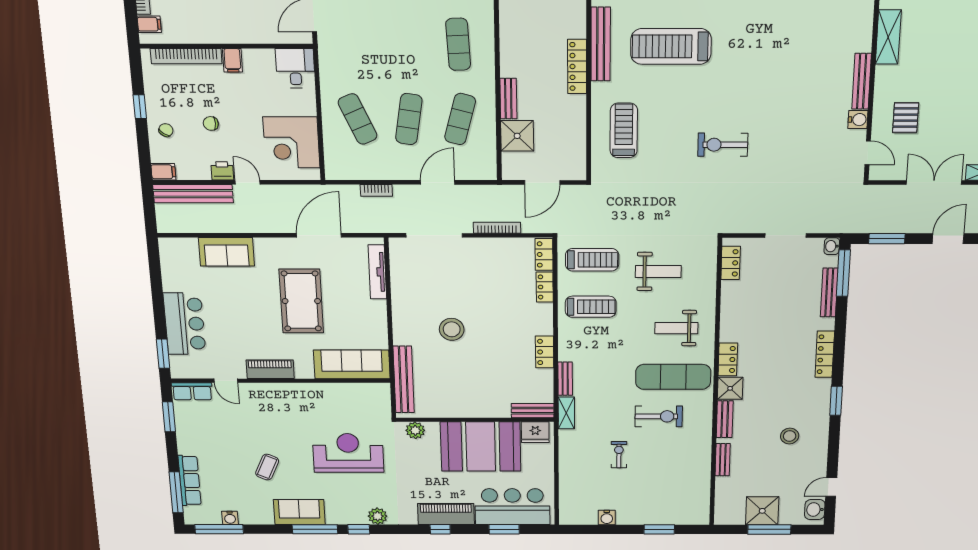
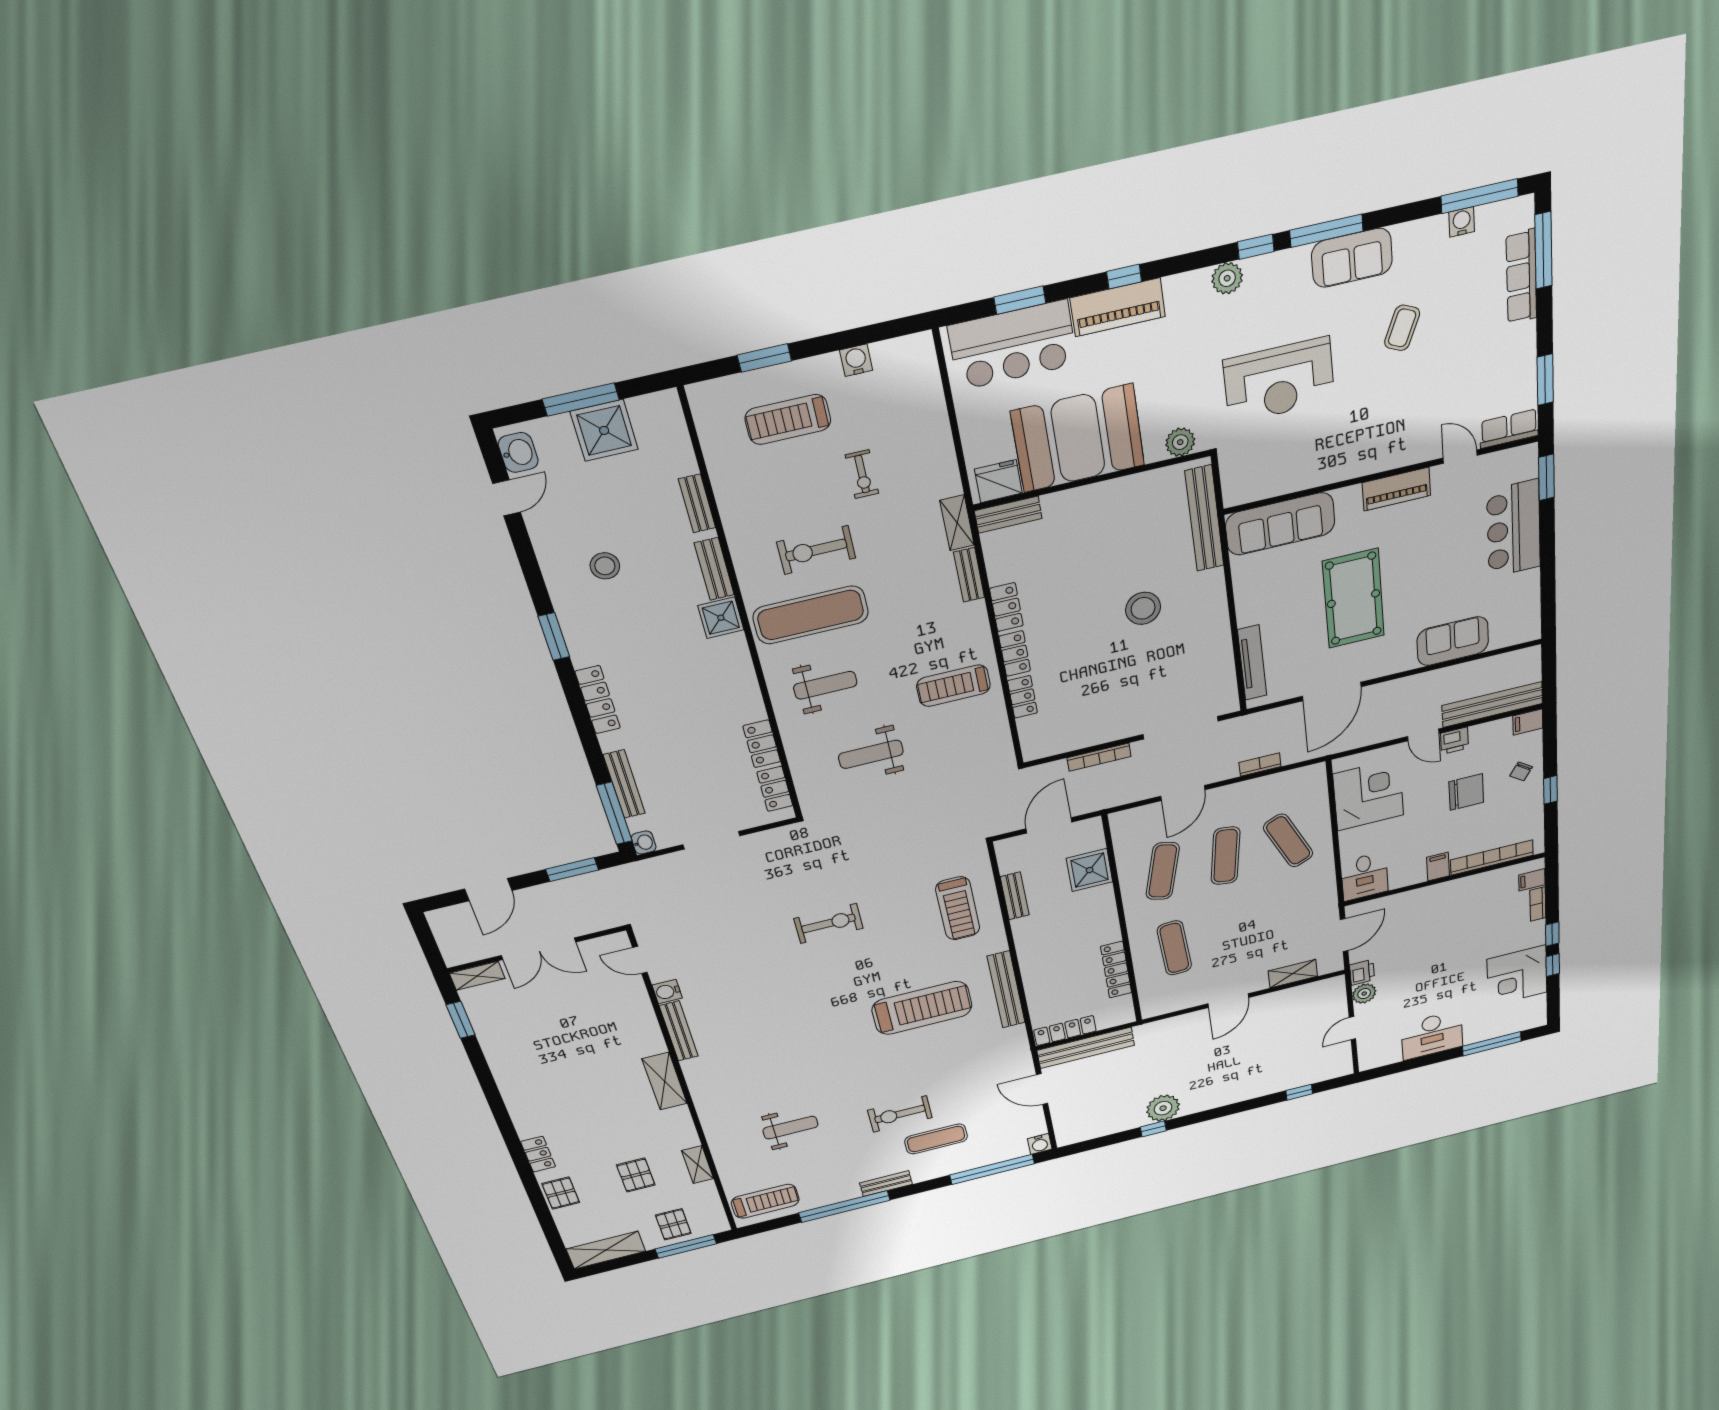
locker: (577, 66) -> (1116, 970), moved, turned 180
bench: (508, 99) -> (1015, 896), moved
pallet: (906, 118) -> (608, 1008), removed
chair: (211, 123) -> (1466, 792), width x1.87, depth x1.87
locker: (544, 254) -> (1015, 654), moved
treadmill: (592, 260) -> (788, 419), moved
locker: (728, 360) -> (762, 744), moved

